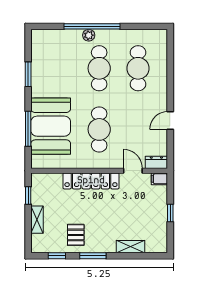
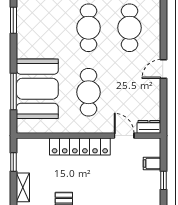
window: (28, 74) -> (13, 20), moved
door: (170, 121) -> (163, 69), moved
filing cabinet: (159, 179) -> (152, 163), moved

